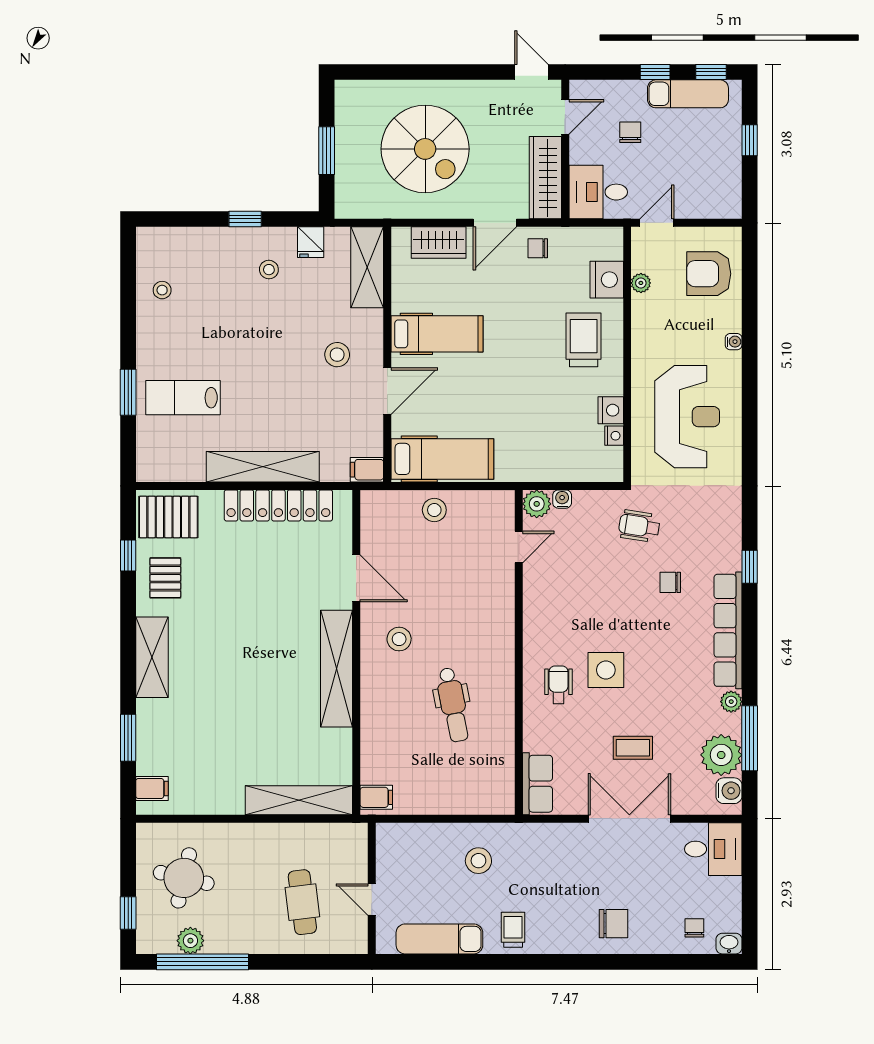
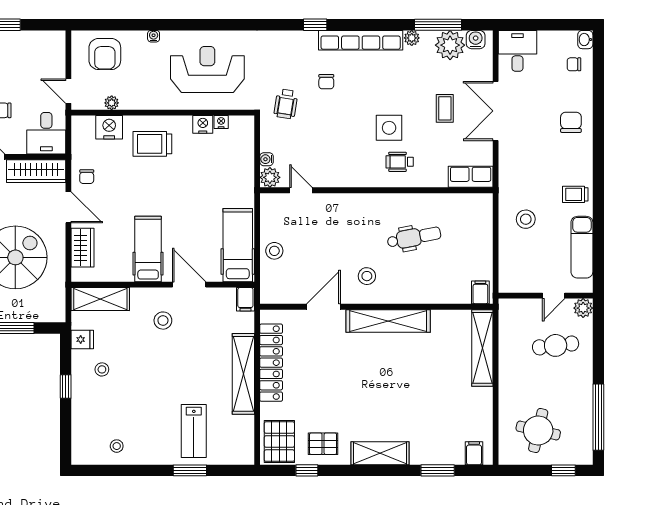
plant: (190, 941) -> (583, 308), moved

